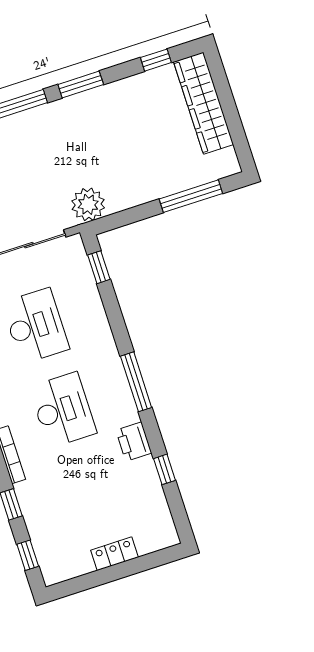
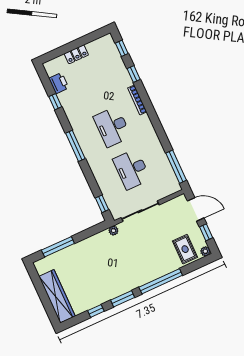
window: (156, 60) -> (96, 311), moved
plant: (88, 204) -> (113, 231), width x0.53, depth x0.53
printer: (134, 442) -> (59, 83), moved

